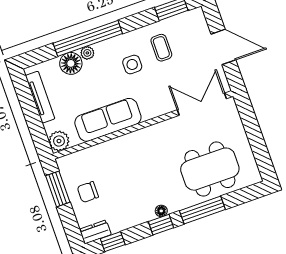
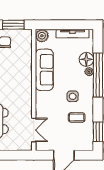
double door: (202, 104) -> (34, 130), width x0.73

